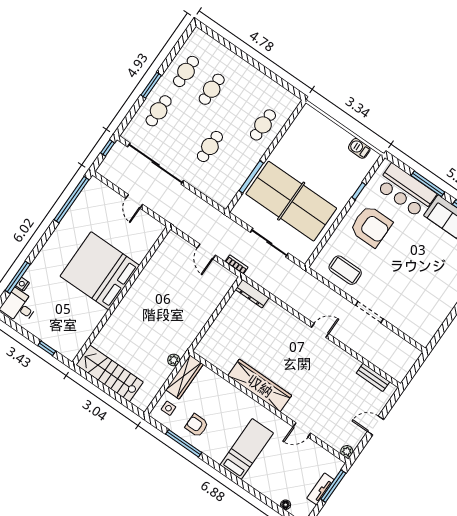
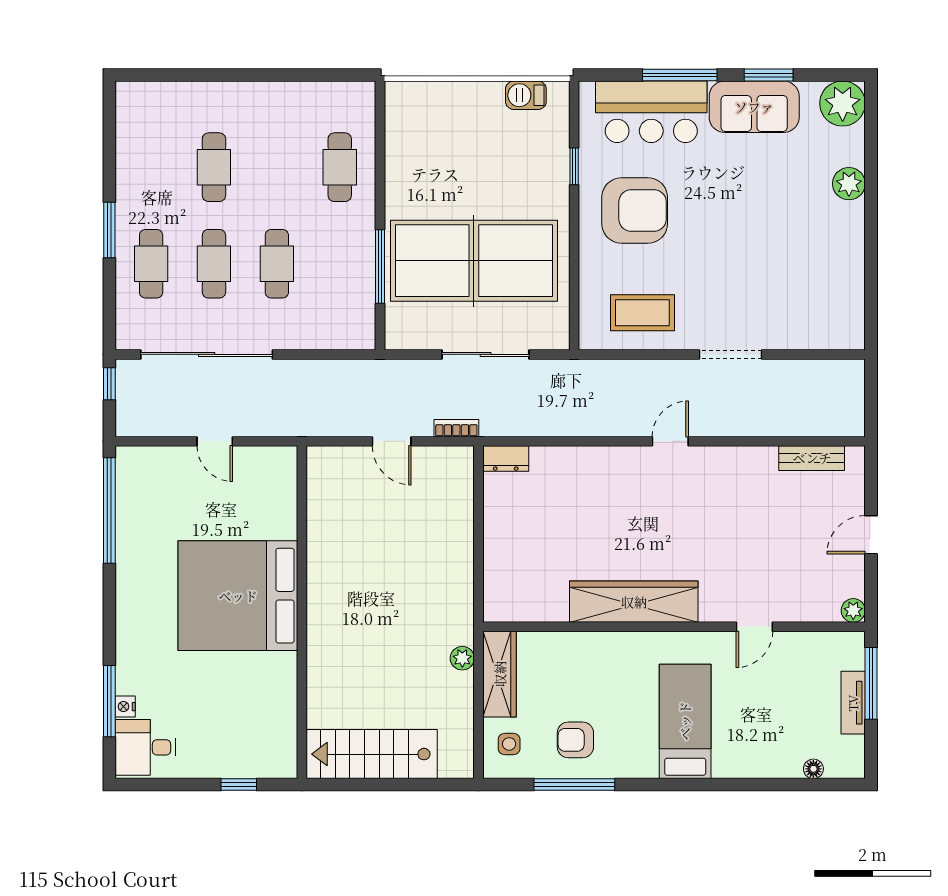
cafe table: (186, 71) -> (214, 264), moved
dresser: (252, 294) -> (506, 459), width x0.70

